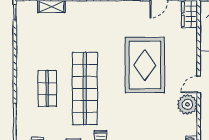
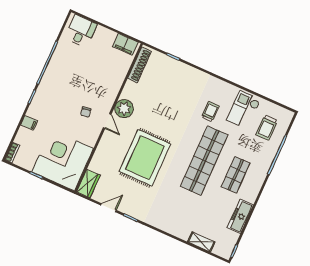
freezer: (24, 49) -> (240, 216), added
door: (199, 85) -> (107, 121), hinge flipped

